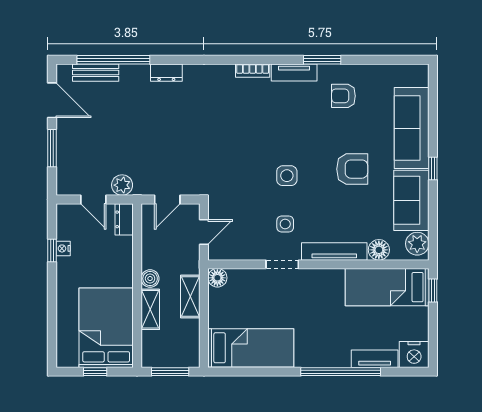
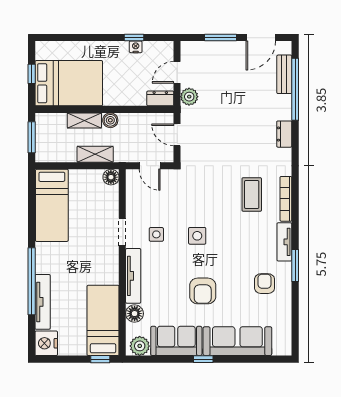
bookcase: (253, 71) -> (286, 199), width x1.56
coffee table: (238, 111) -> (252, 194), added
tv unit: (375, 359) -> (43, 302), width x1.41

